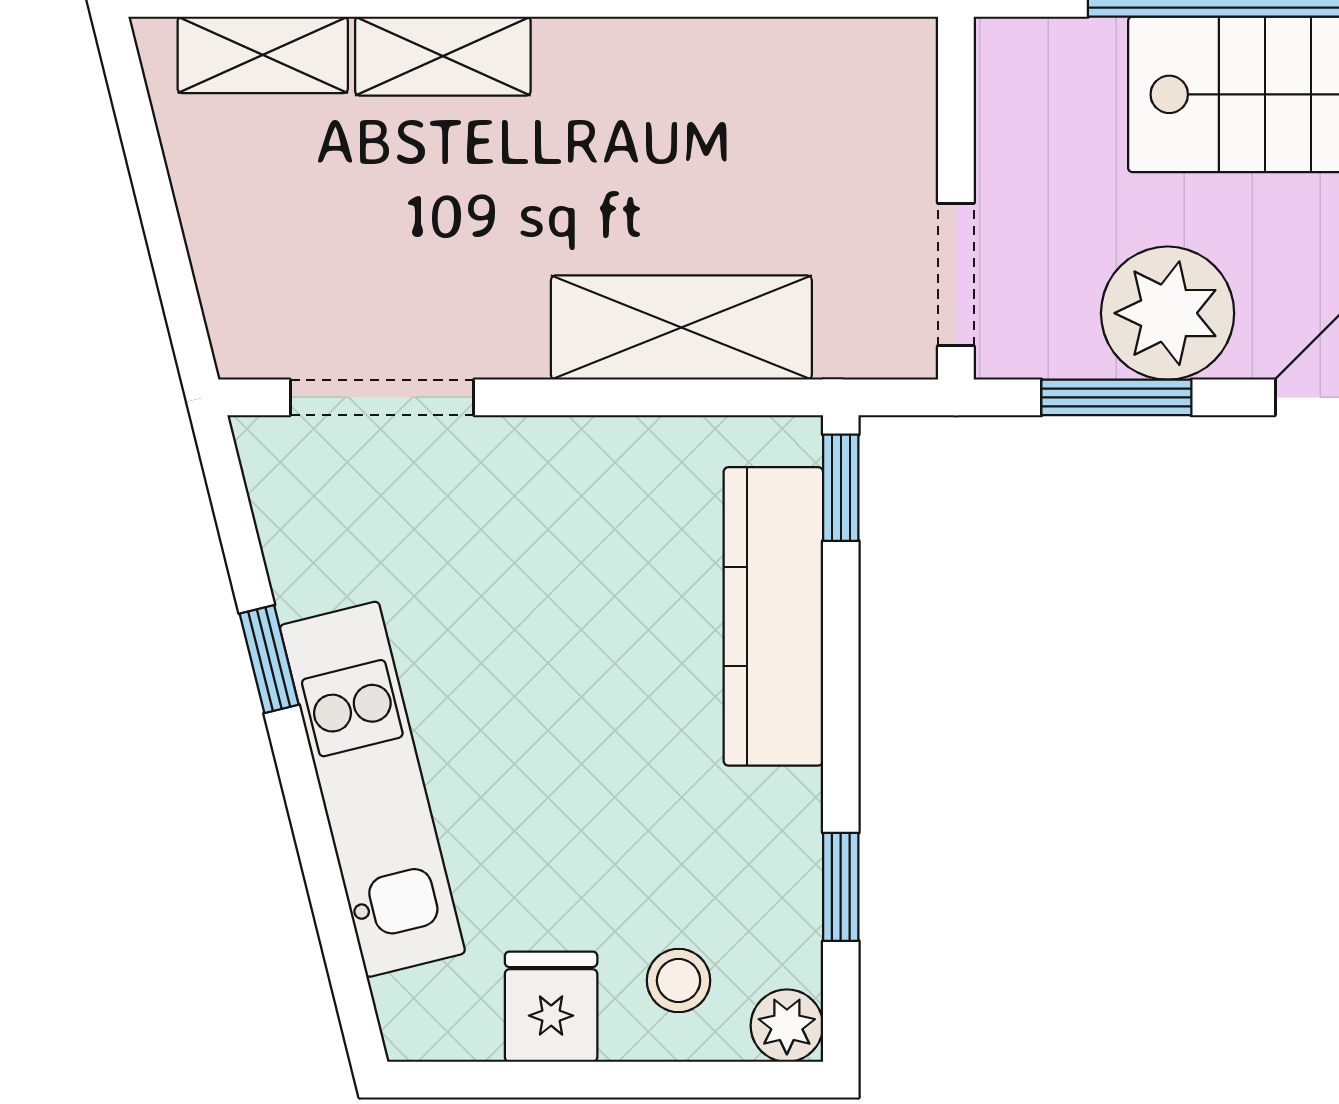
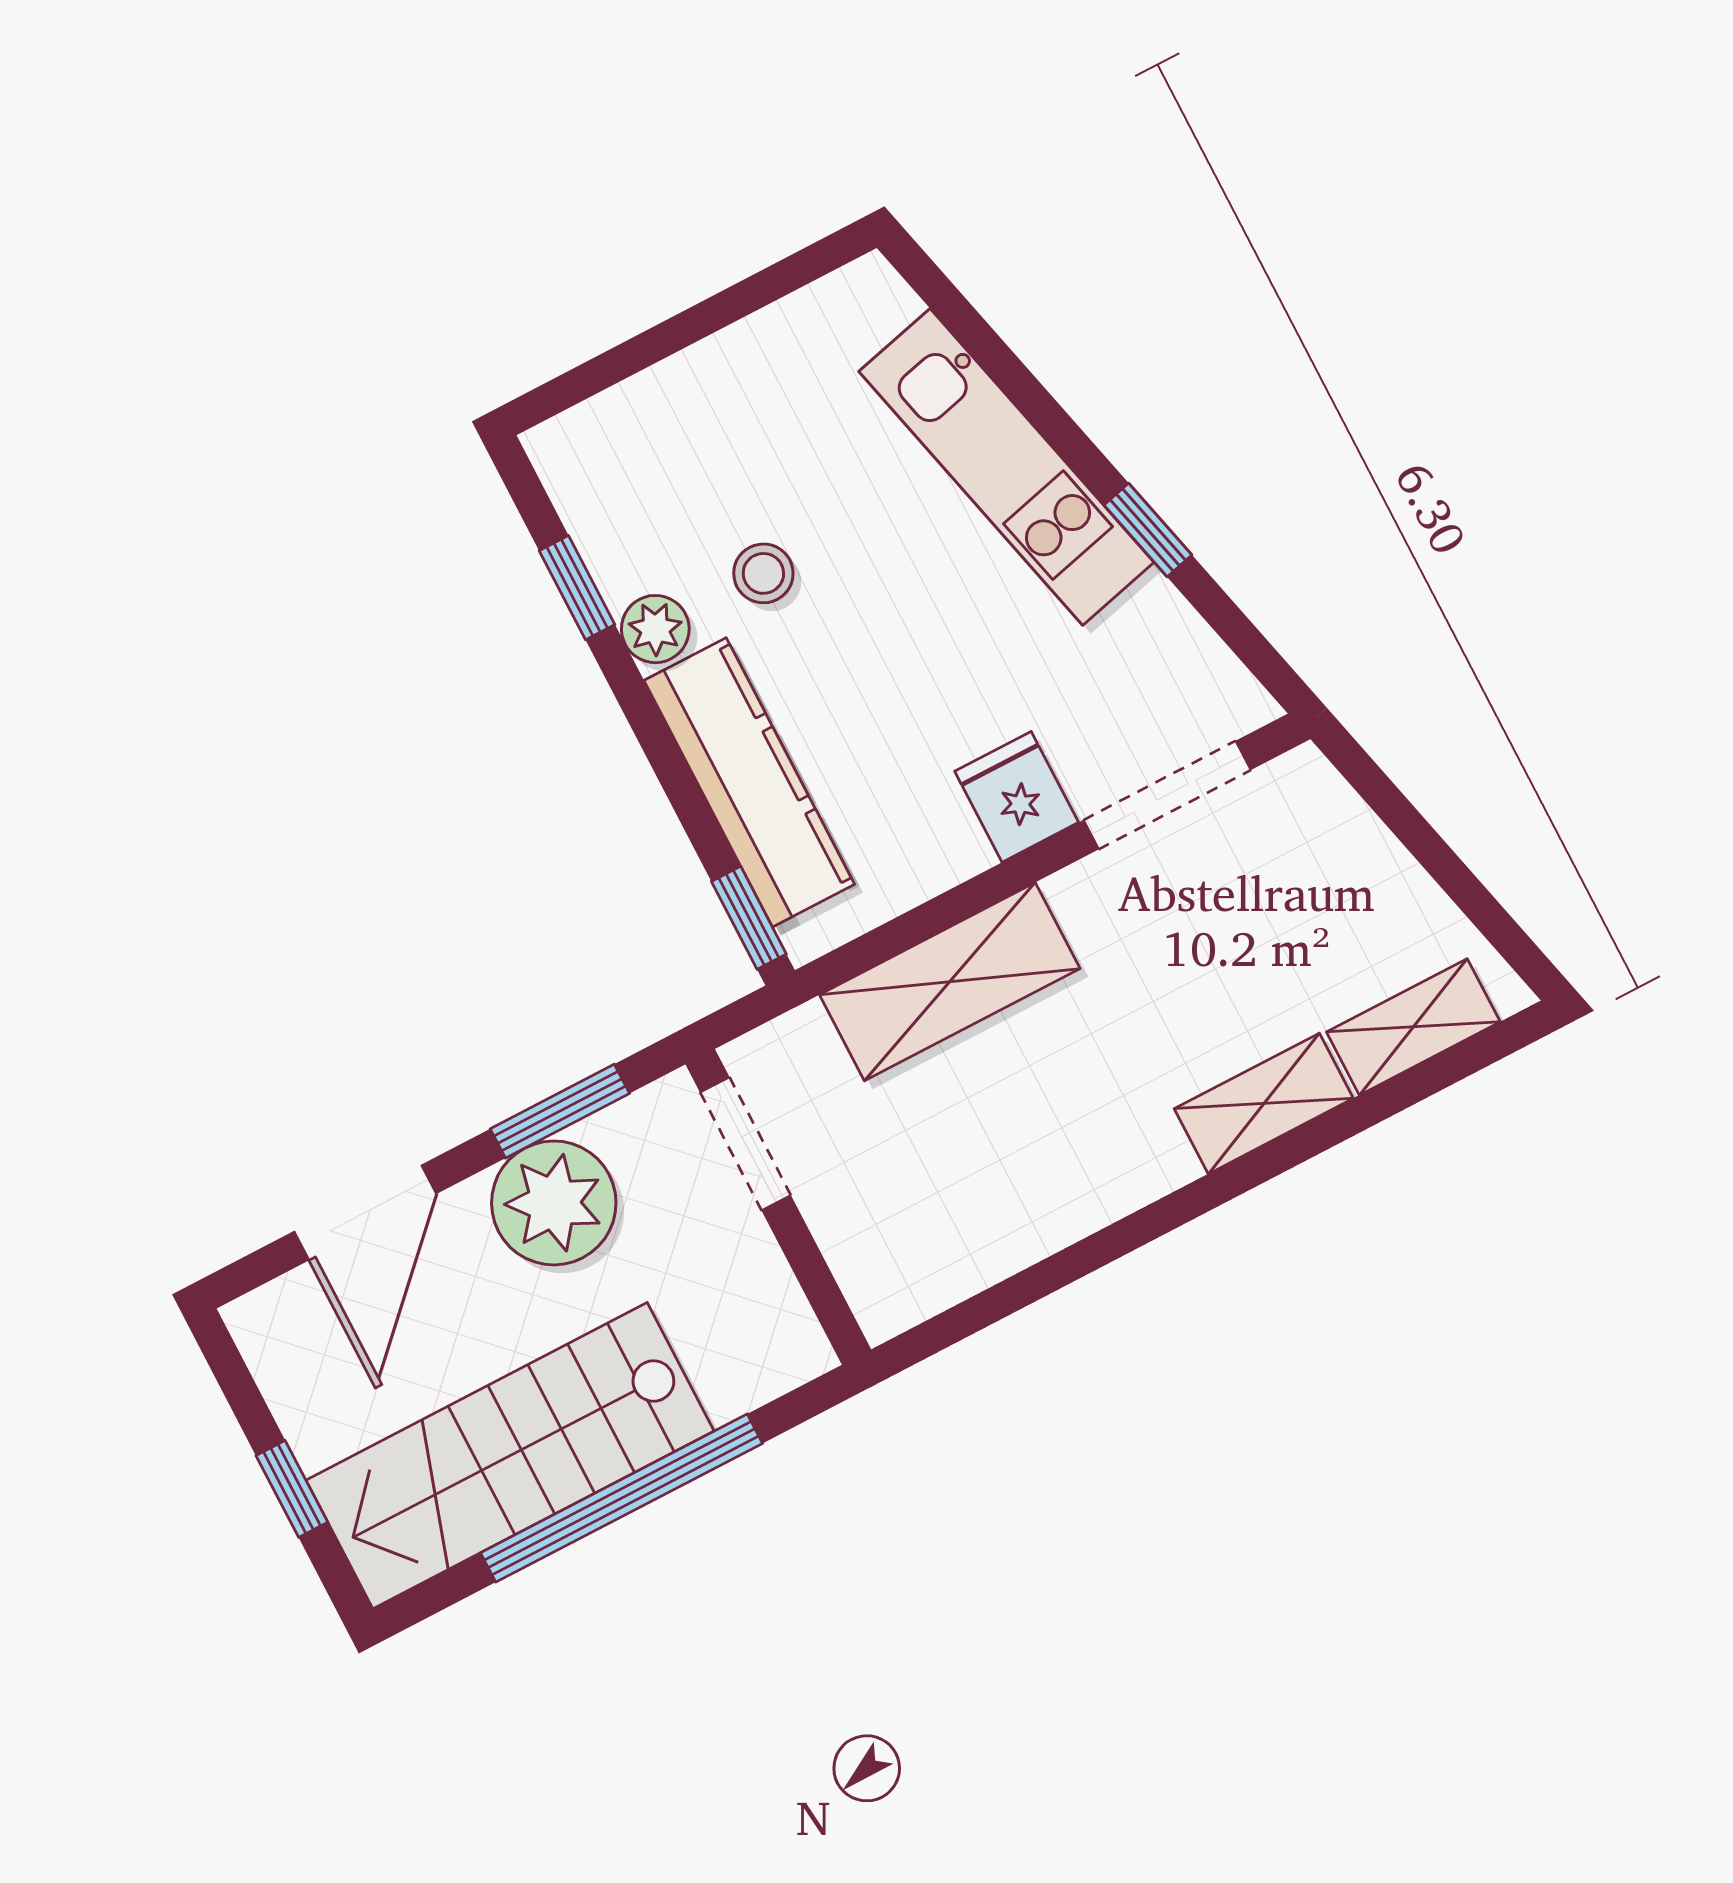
stool: (679, 981) -> (763, 573), moved
fridge: (551, 1007) -> (1017, 797), moved, turned 180
plant: (787, 1026) -> (655, 629), moved

